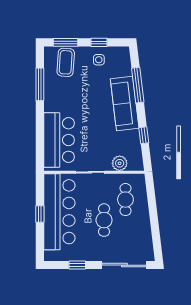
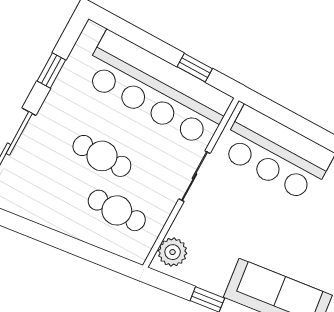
plant: (120, 163) -> (173, 252), moved
window: (40, 214) -> (195, 68), moved

